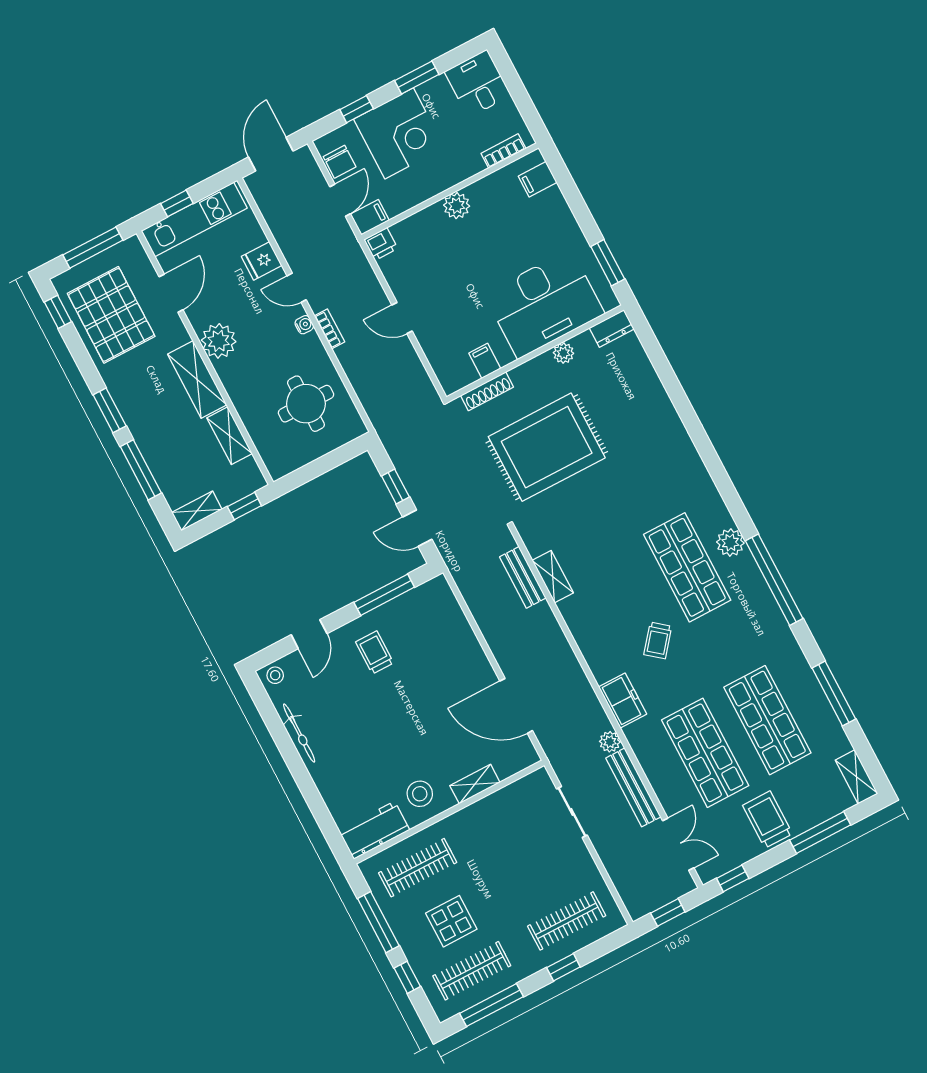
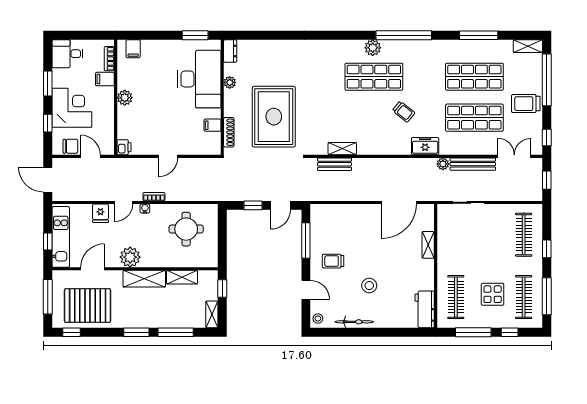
filing cabinet: (370, 217) -> (105, 79), moved, turned -90
door: (171, 293) -> (93, 269), hinge flipped
stool: (420, 794) -> (369, 286), moved
window: (820, 832) -> (547, 80), width x1.46

